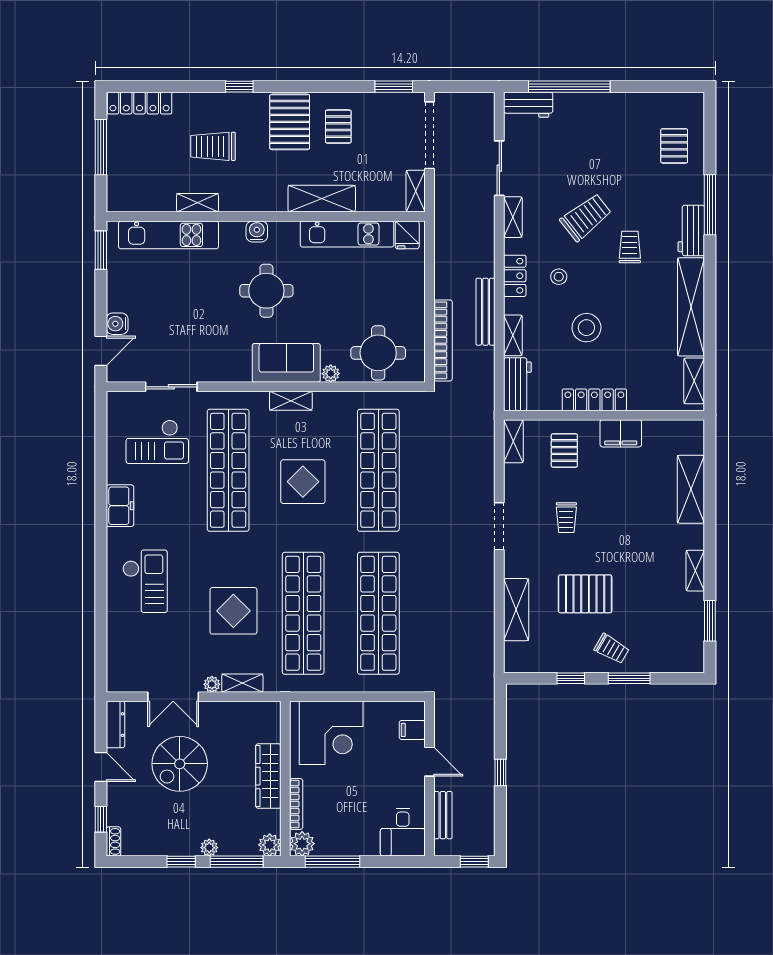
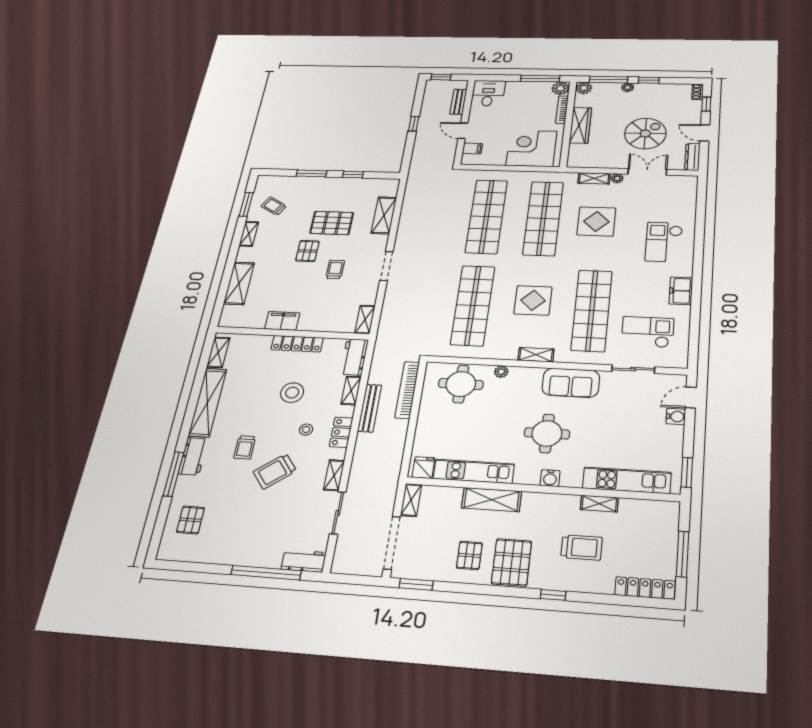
sofa: (286, 363) -> (571, 383), moved
pallet: (564, 450) -> (307, 251), moved
trolley: (612, 649) -> (274, 206), moved

